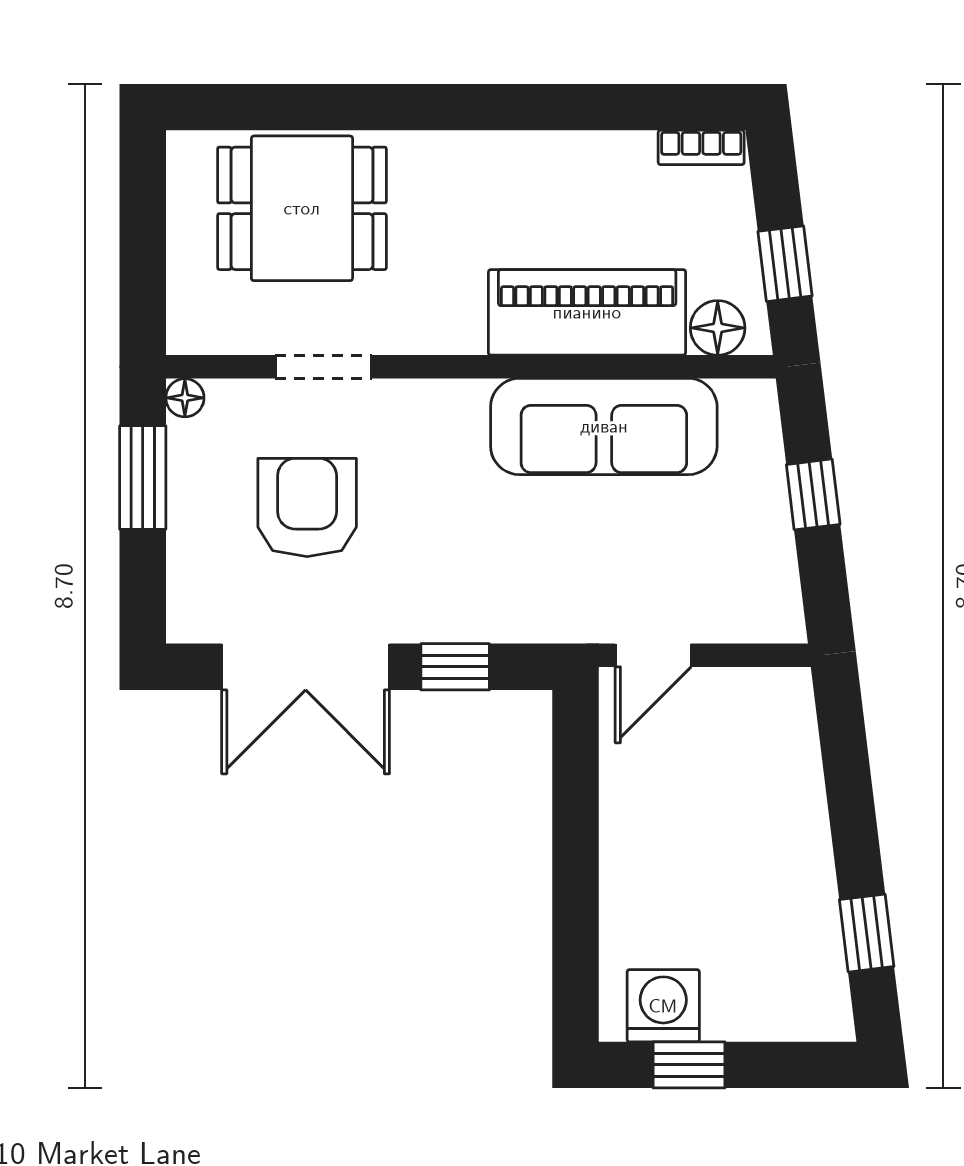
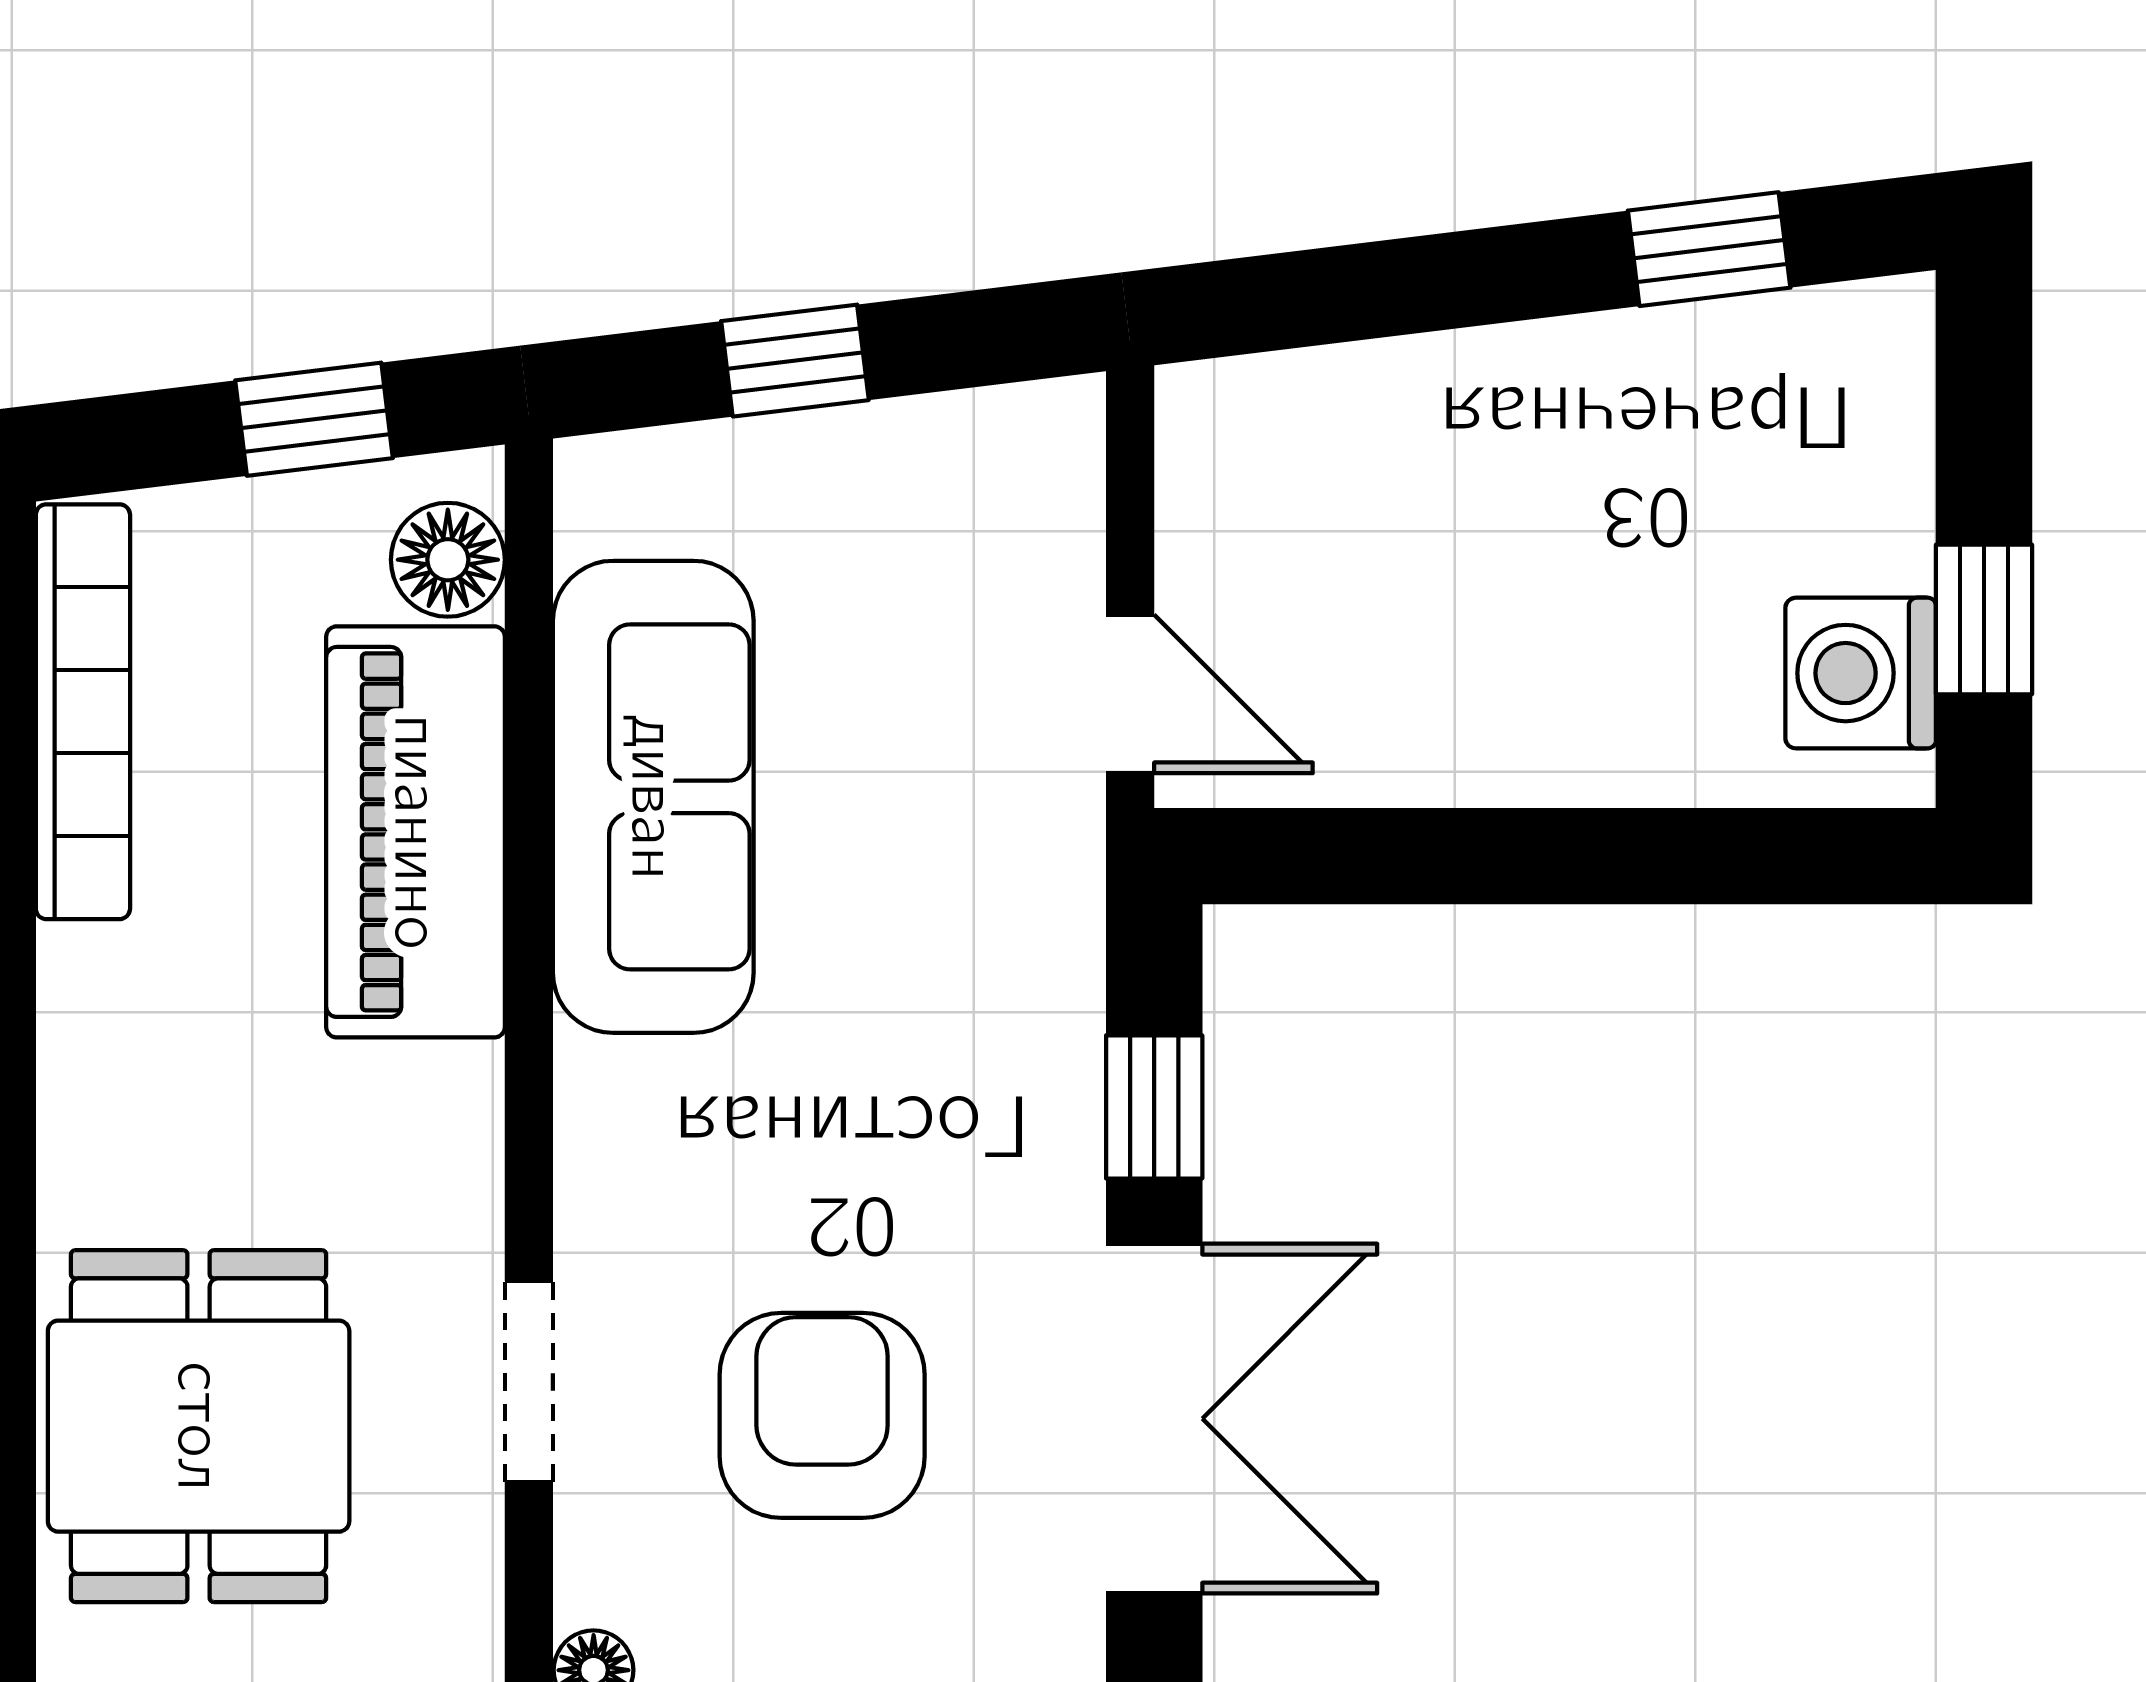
bookcase: (701, 147) -> (83, 712), width x2.31, depth x1.31
armchair: (307, 507) -> (822, 1415), turned 90

